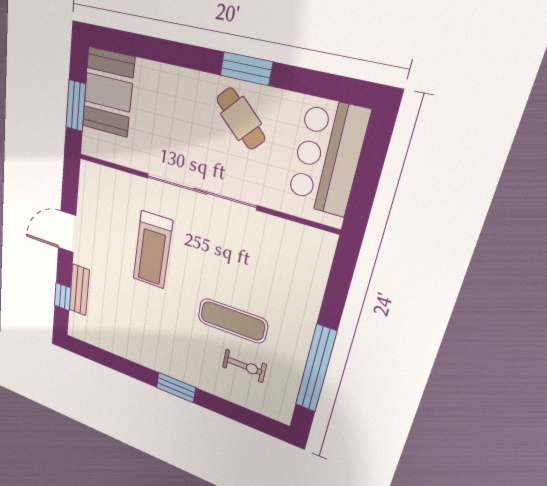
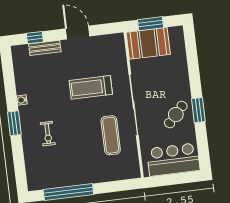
booth: (108, 92) -> (148, 43), moved
exercise mat: (233, 321) -> (111, 135), moved
water cooler: (145, 360) -> (22, 100), added
exercise bike: (244, 366) -> (48, 134), moved

